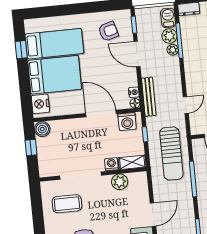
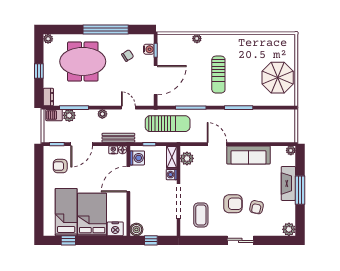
armchair: (108, 31) -> (60, 166), turned -74
plant: (173, 50) -> (102, 114), moved
plant: (120, 182) -> (187, 158), moved

